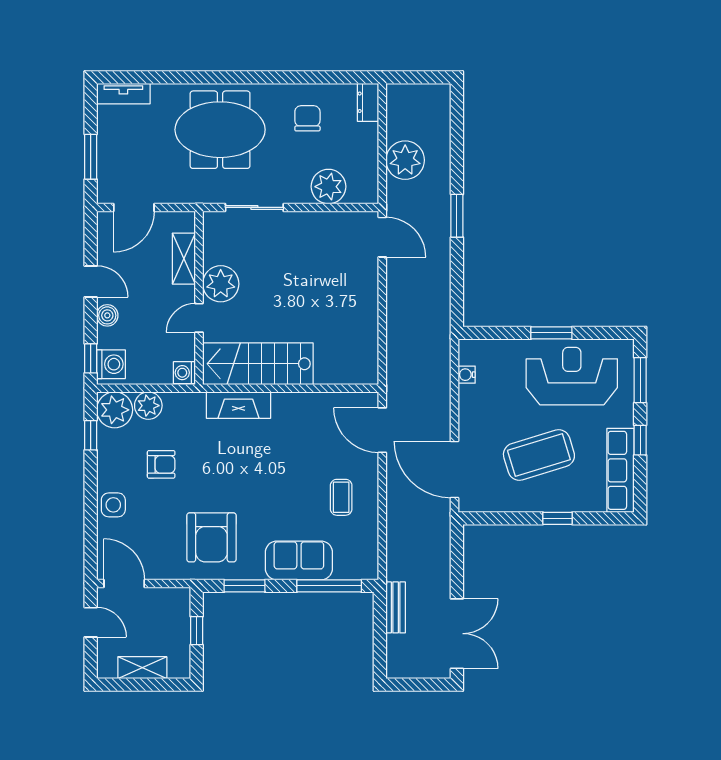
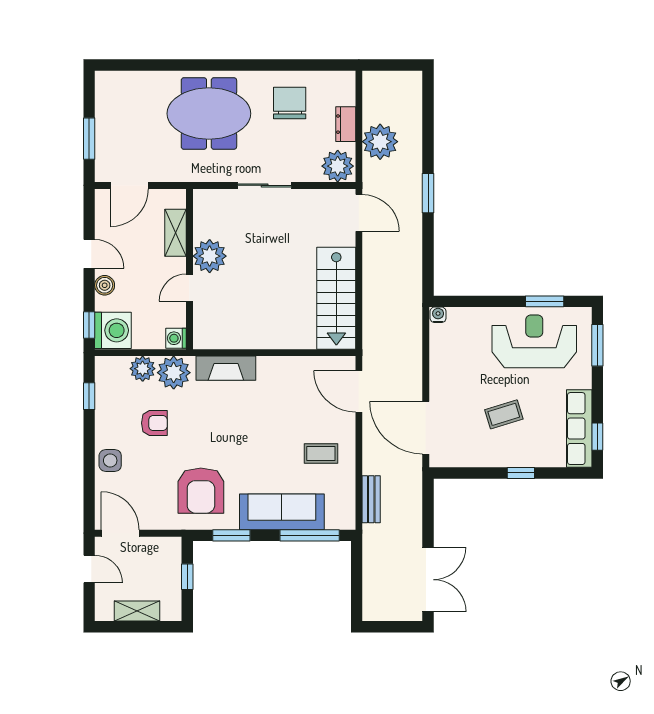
tv unit: (123, 94) -> (120, 80), removed
dresser: (368, 102) -> (346, 124), moved
chair: (307, 118) -> (290, 103), width x1.37, depth x1.37
plant: (328, 187) -> (338, 166), moved
sliding door: (254, 207) -> (265, 185), moved
window: (551, 333) -> (545, 301), moved
washing machine: (111, 364) -> (113, 330), width x1.37, depth x1.37
stairs: (258, 364) -> (336, 298), moved, turned -90
water cooler: (467, 375) -> (438, 315), moved, turned 90
plant: (115, 410) -> (174, 373), moved
window: (640, 440) -> (597, 437), moved
coffee table: (539, 455) -> (504, 414), width x0.54, depth x0.58
coffee table: (341, 497) -> (321, 453), turned 90
sofa: (299, 560) -> (282, 512), width x1.36
bench: (396, 607) -> (371, 499), moved

